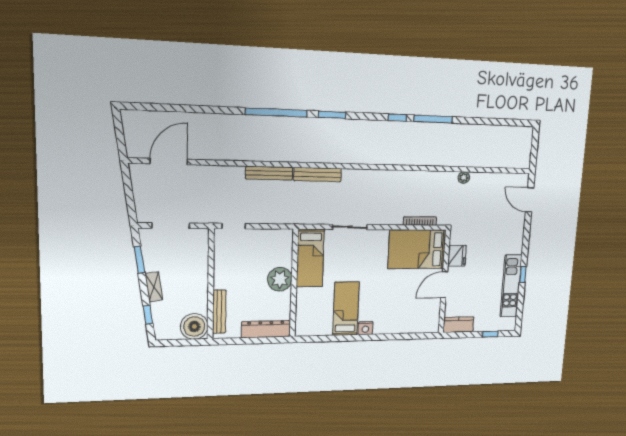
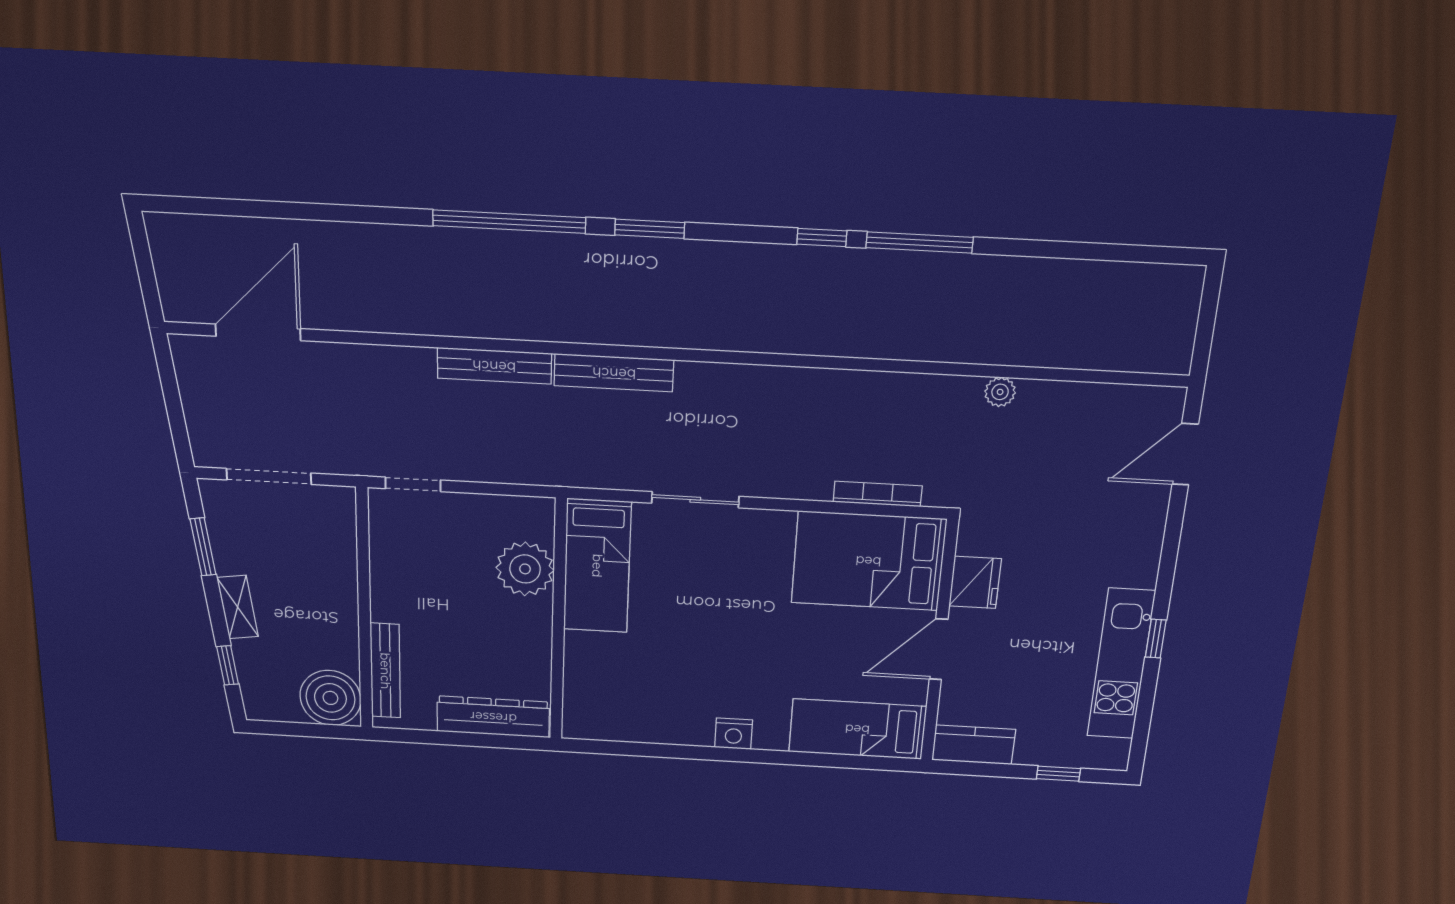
door: (530, 200) -> (1185, 454), hinge flipped
plant: (280, 279) -> (525, 569), moved
bed: (346, 309) -> (857, 729), moved, turned -90

